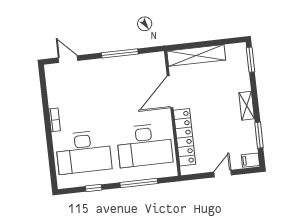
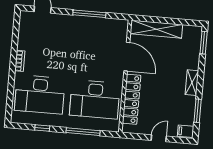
door: (170, 92) -> (127, 57), swing flipped

